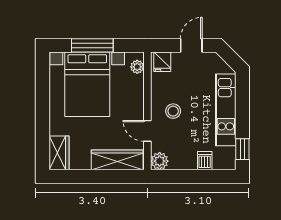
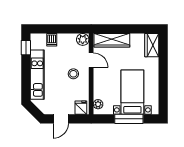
bed with nightstands: (87, 84) -> (132, 92), width x0.73

